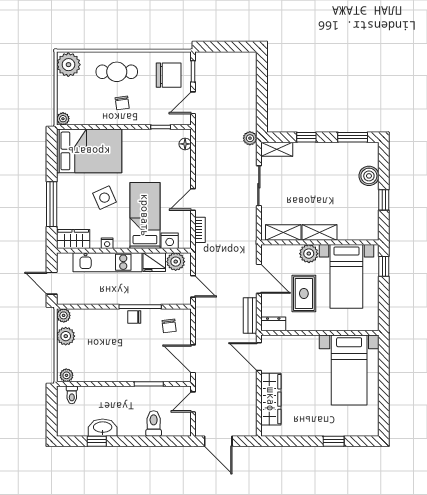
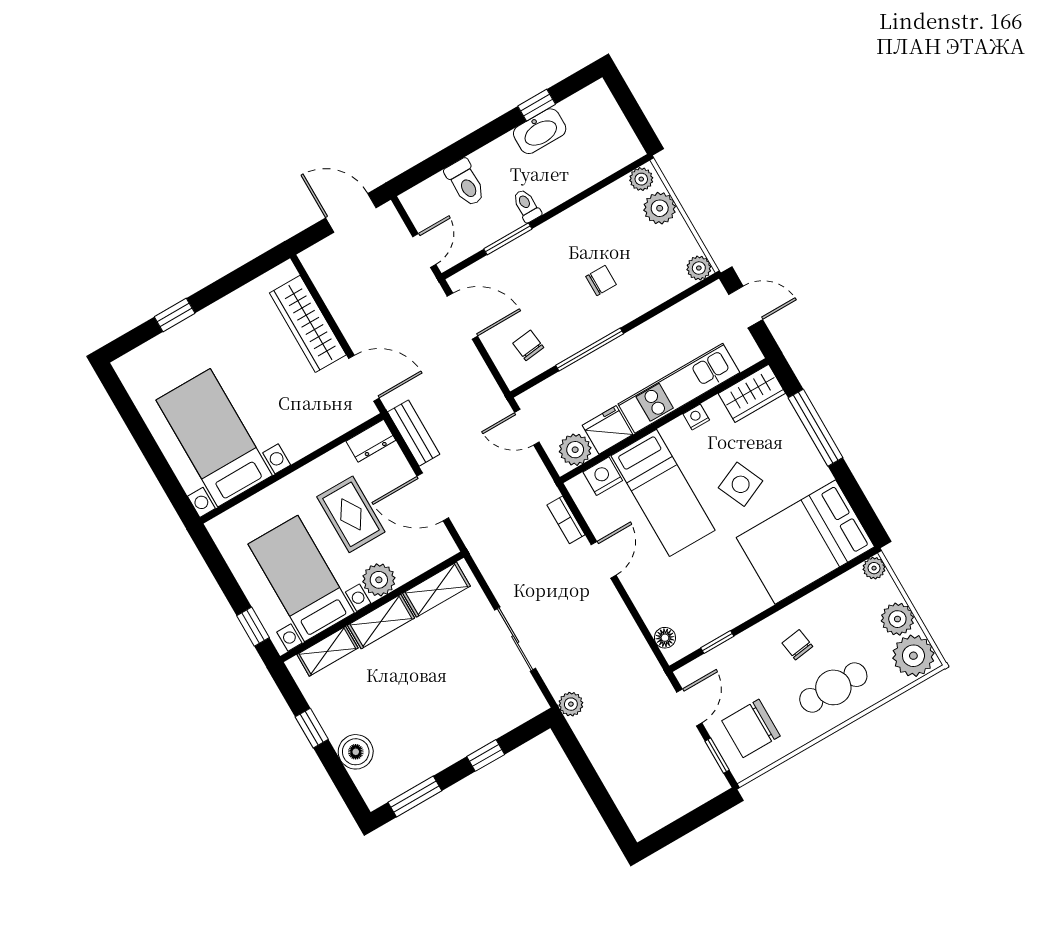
plant: (66, 87) -> (897, 619), added
shelving: (277, 149) -> (327, 651), moved
chair: (134, 317) -> (601, 280), moved
plant: (66, 336) -> (660, 208), moved
toilet: (72, 395) -> (527, 206), moved

